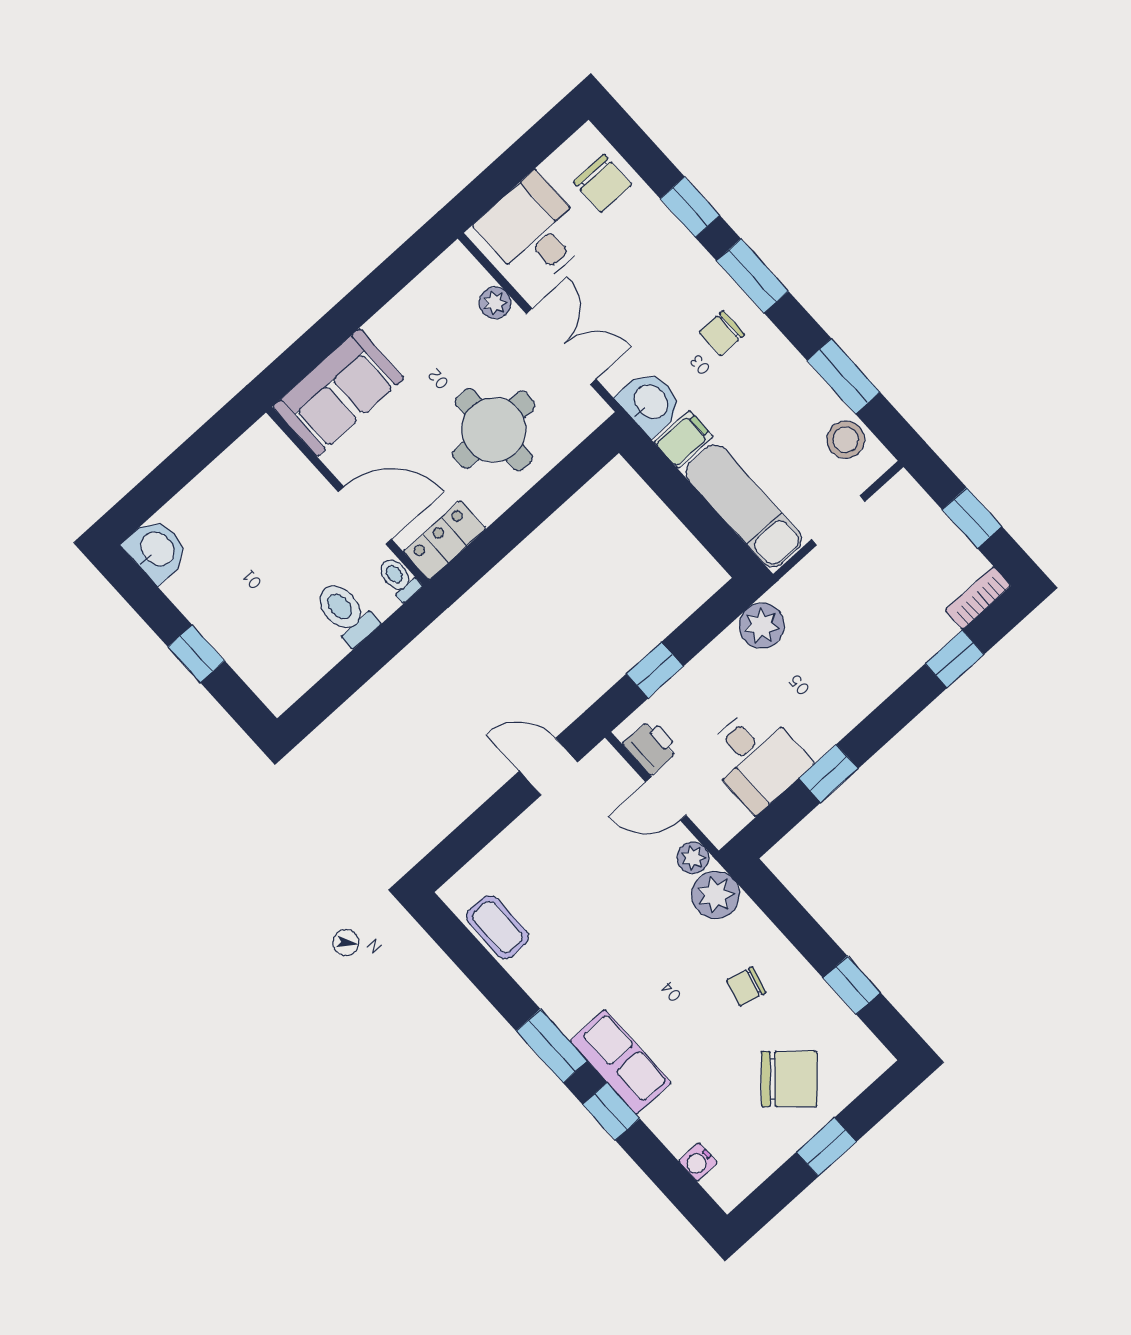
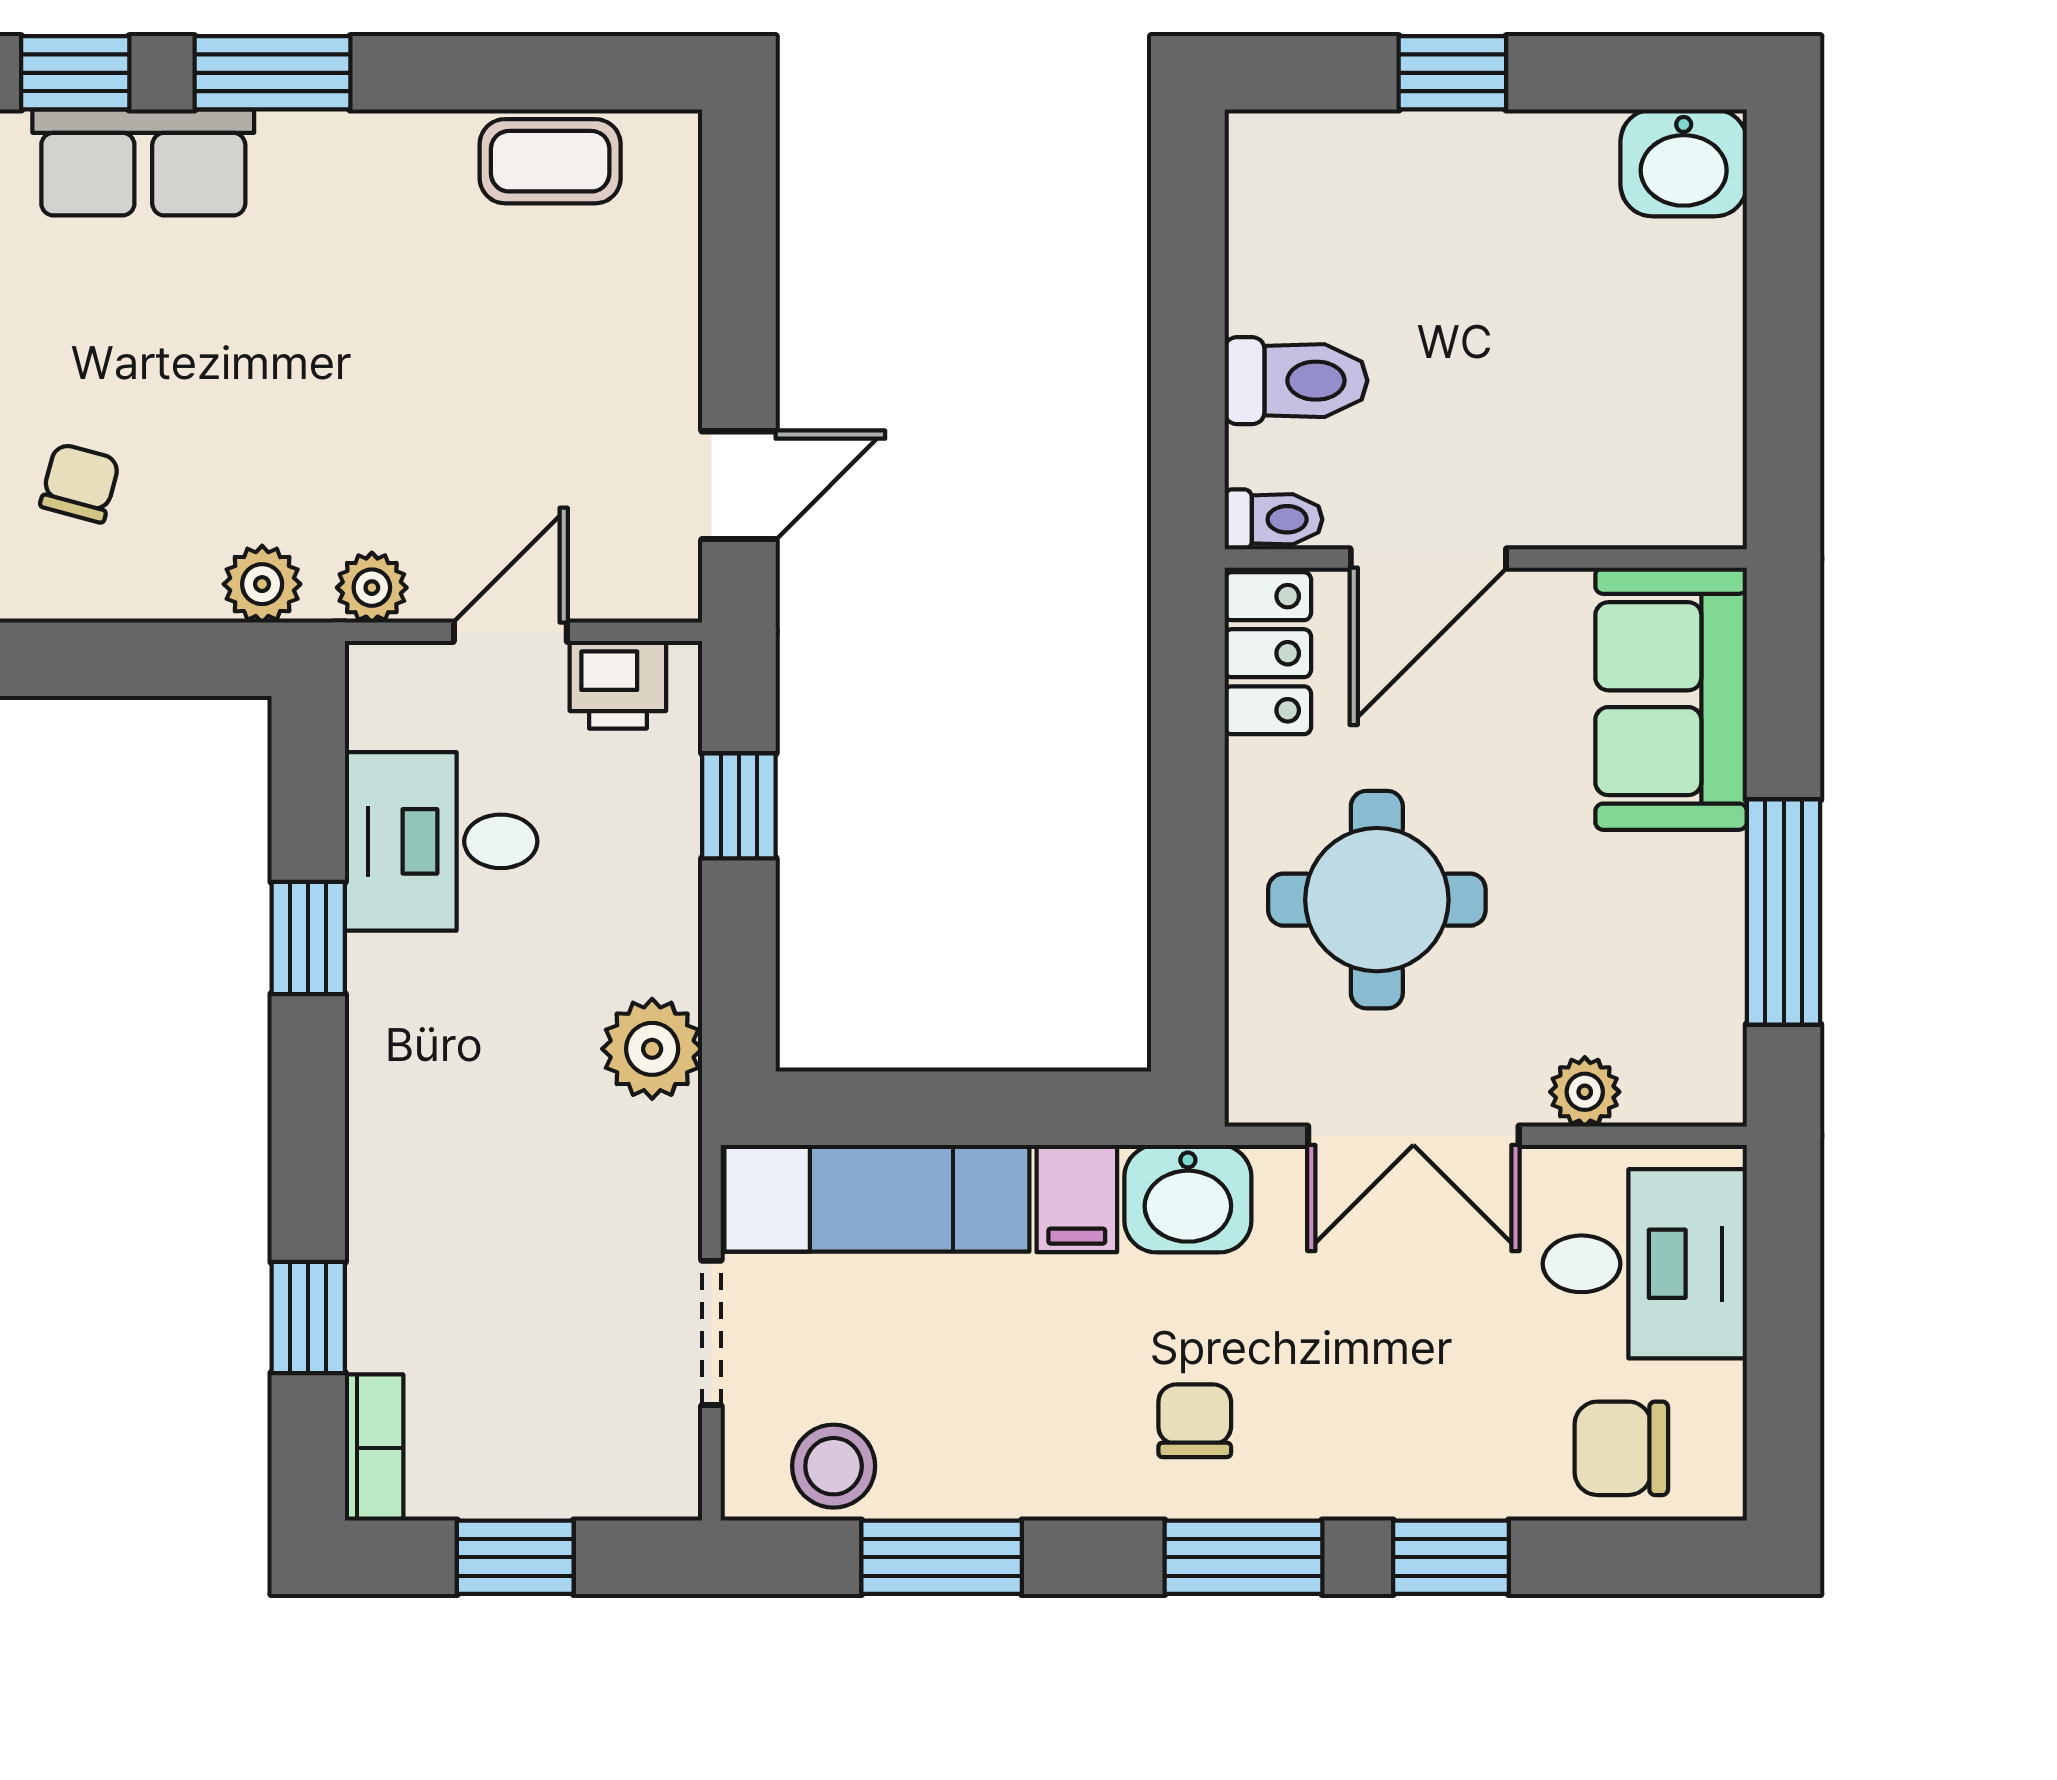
window: (375, 291) -> (1784, 912), added
plant: (716, 895) -> (262, 584), width x0.73, depth x0.73

